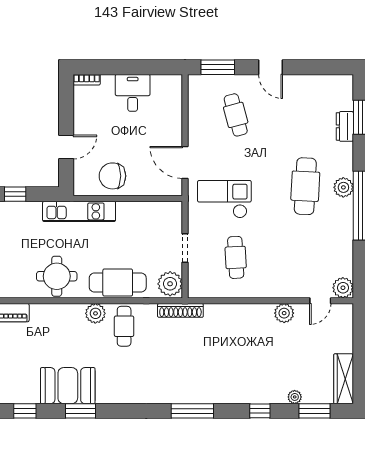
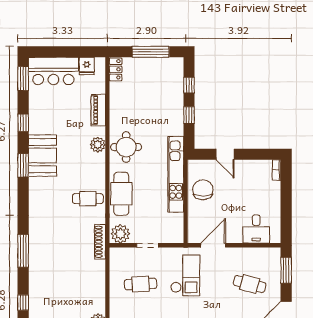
desk: (133, 93) -> (256, 229), moved, turned 90
cafe table: (236, 115) -> (250, 284), turned 30
kitchen unit: (79, 211) -> (176, 174), width x1.36
plant: (95, 313) -> (98, 145), moved

